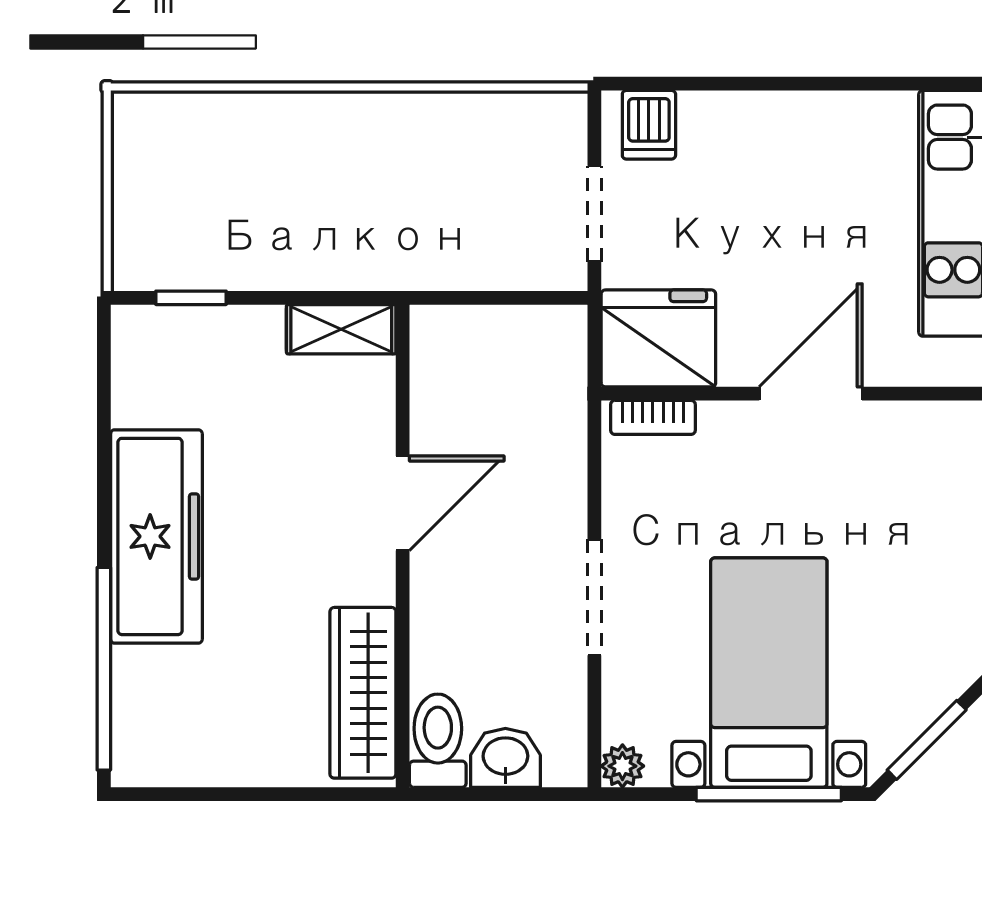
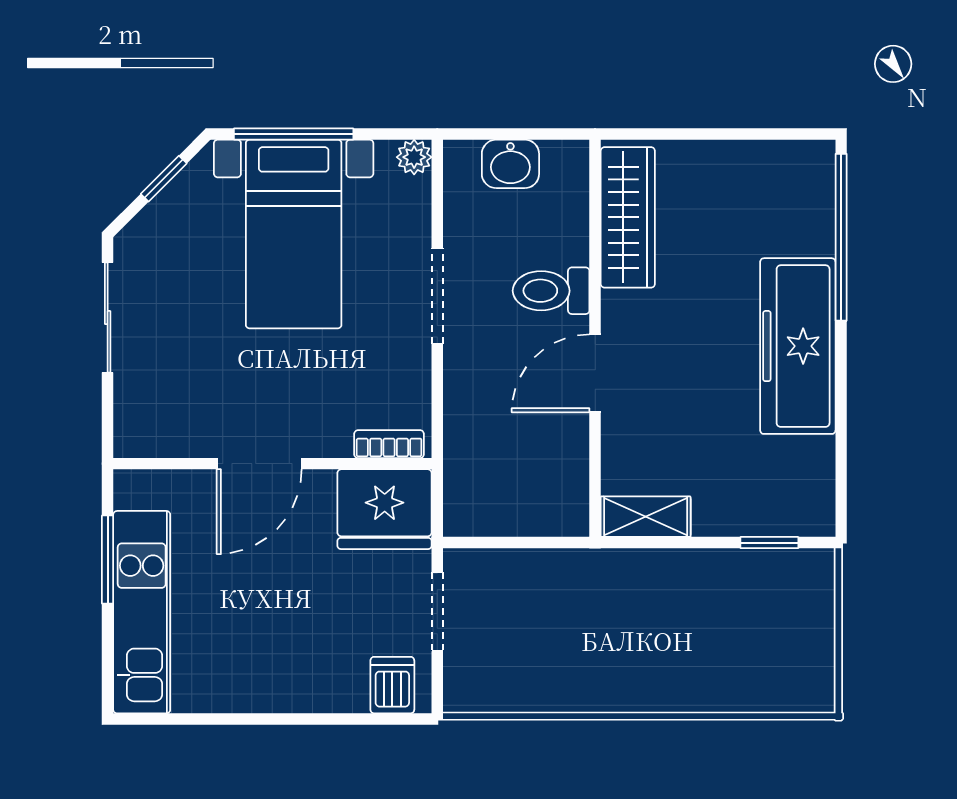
window: (927, 740) -> (164, 179), width x0.67
toilet: (438, 741) -> (551, 291), moved, turned 90

